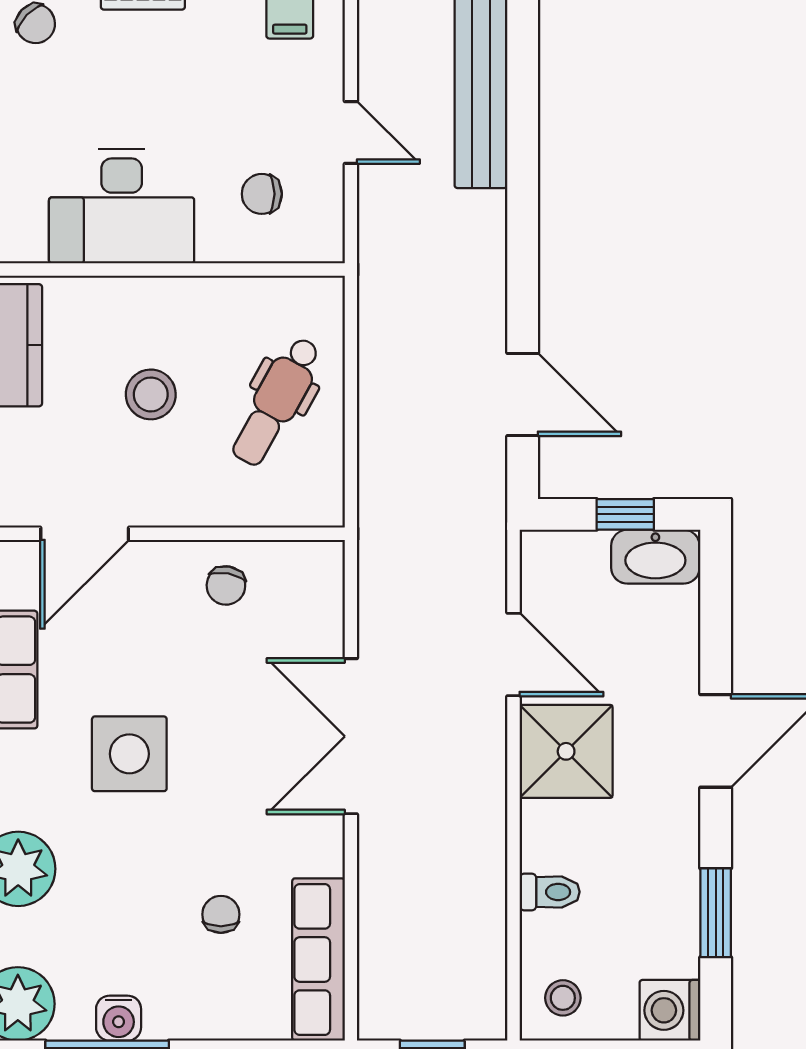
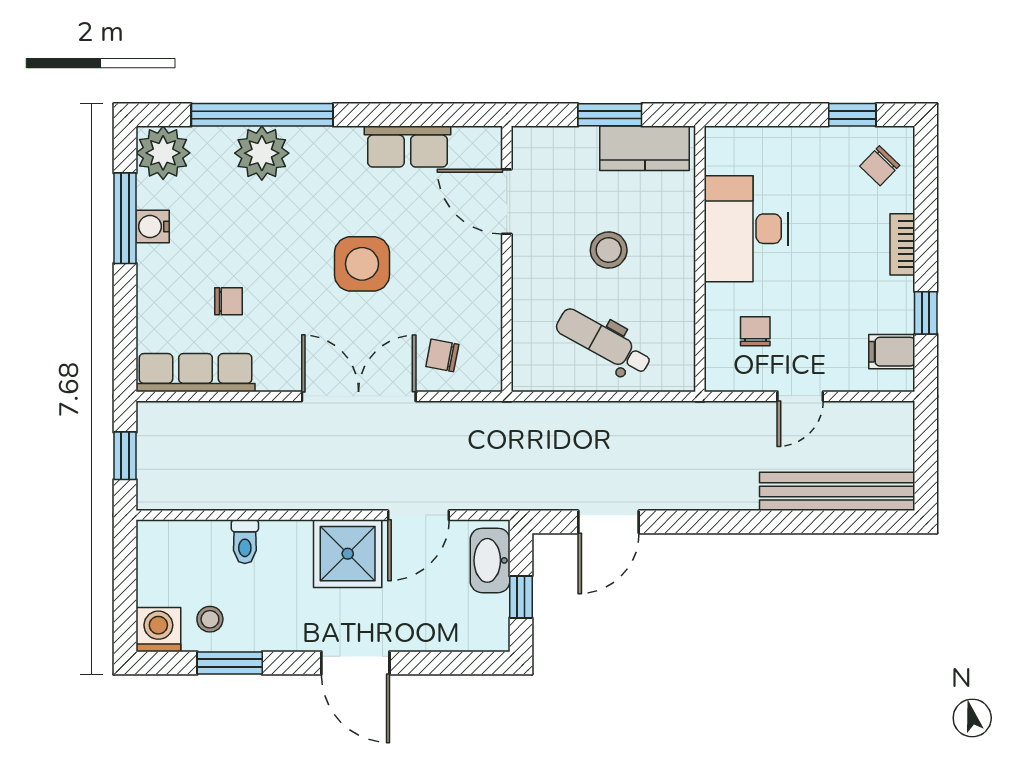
washbasin: (655, 557) -> (490, 560), moved
chair: (226, 585) -> (442, 355), moved
side table: (129, 754) -> (362, 264), moved
stool: (563, 998) -> (210, 619), moved

